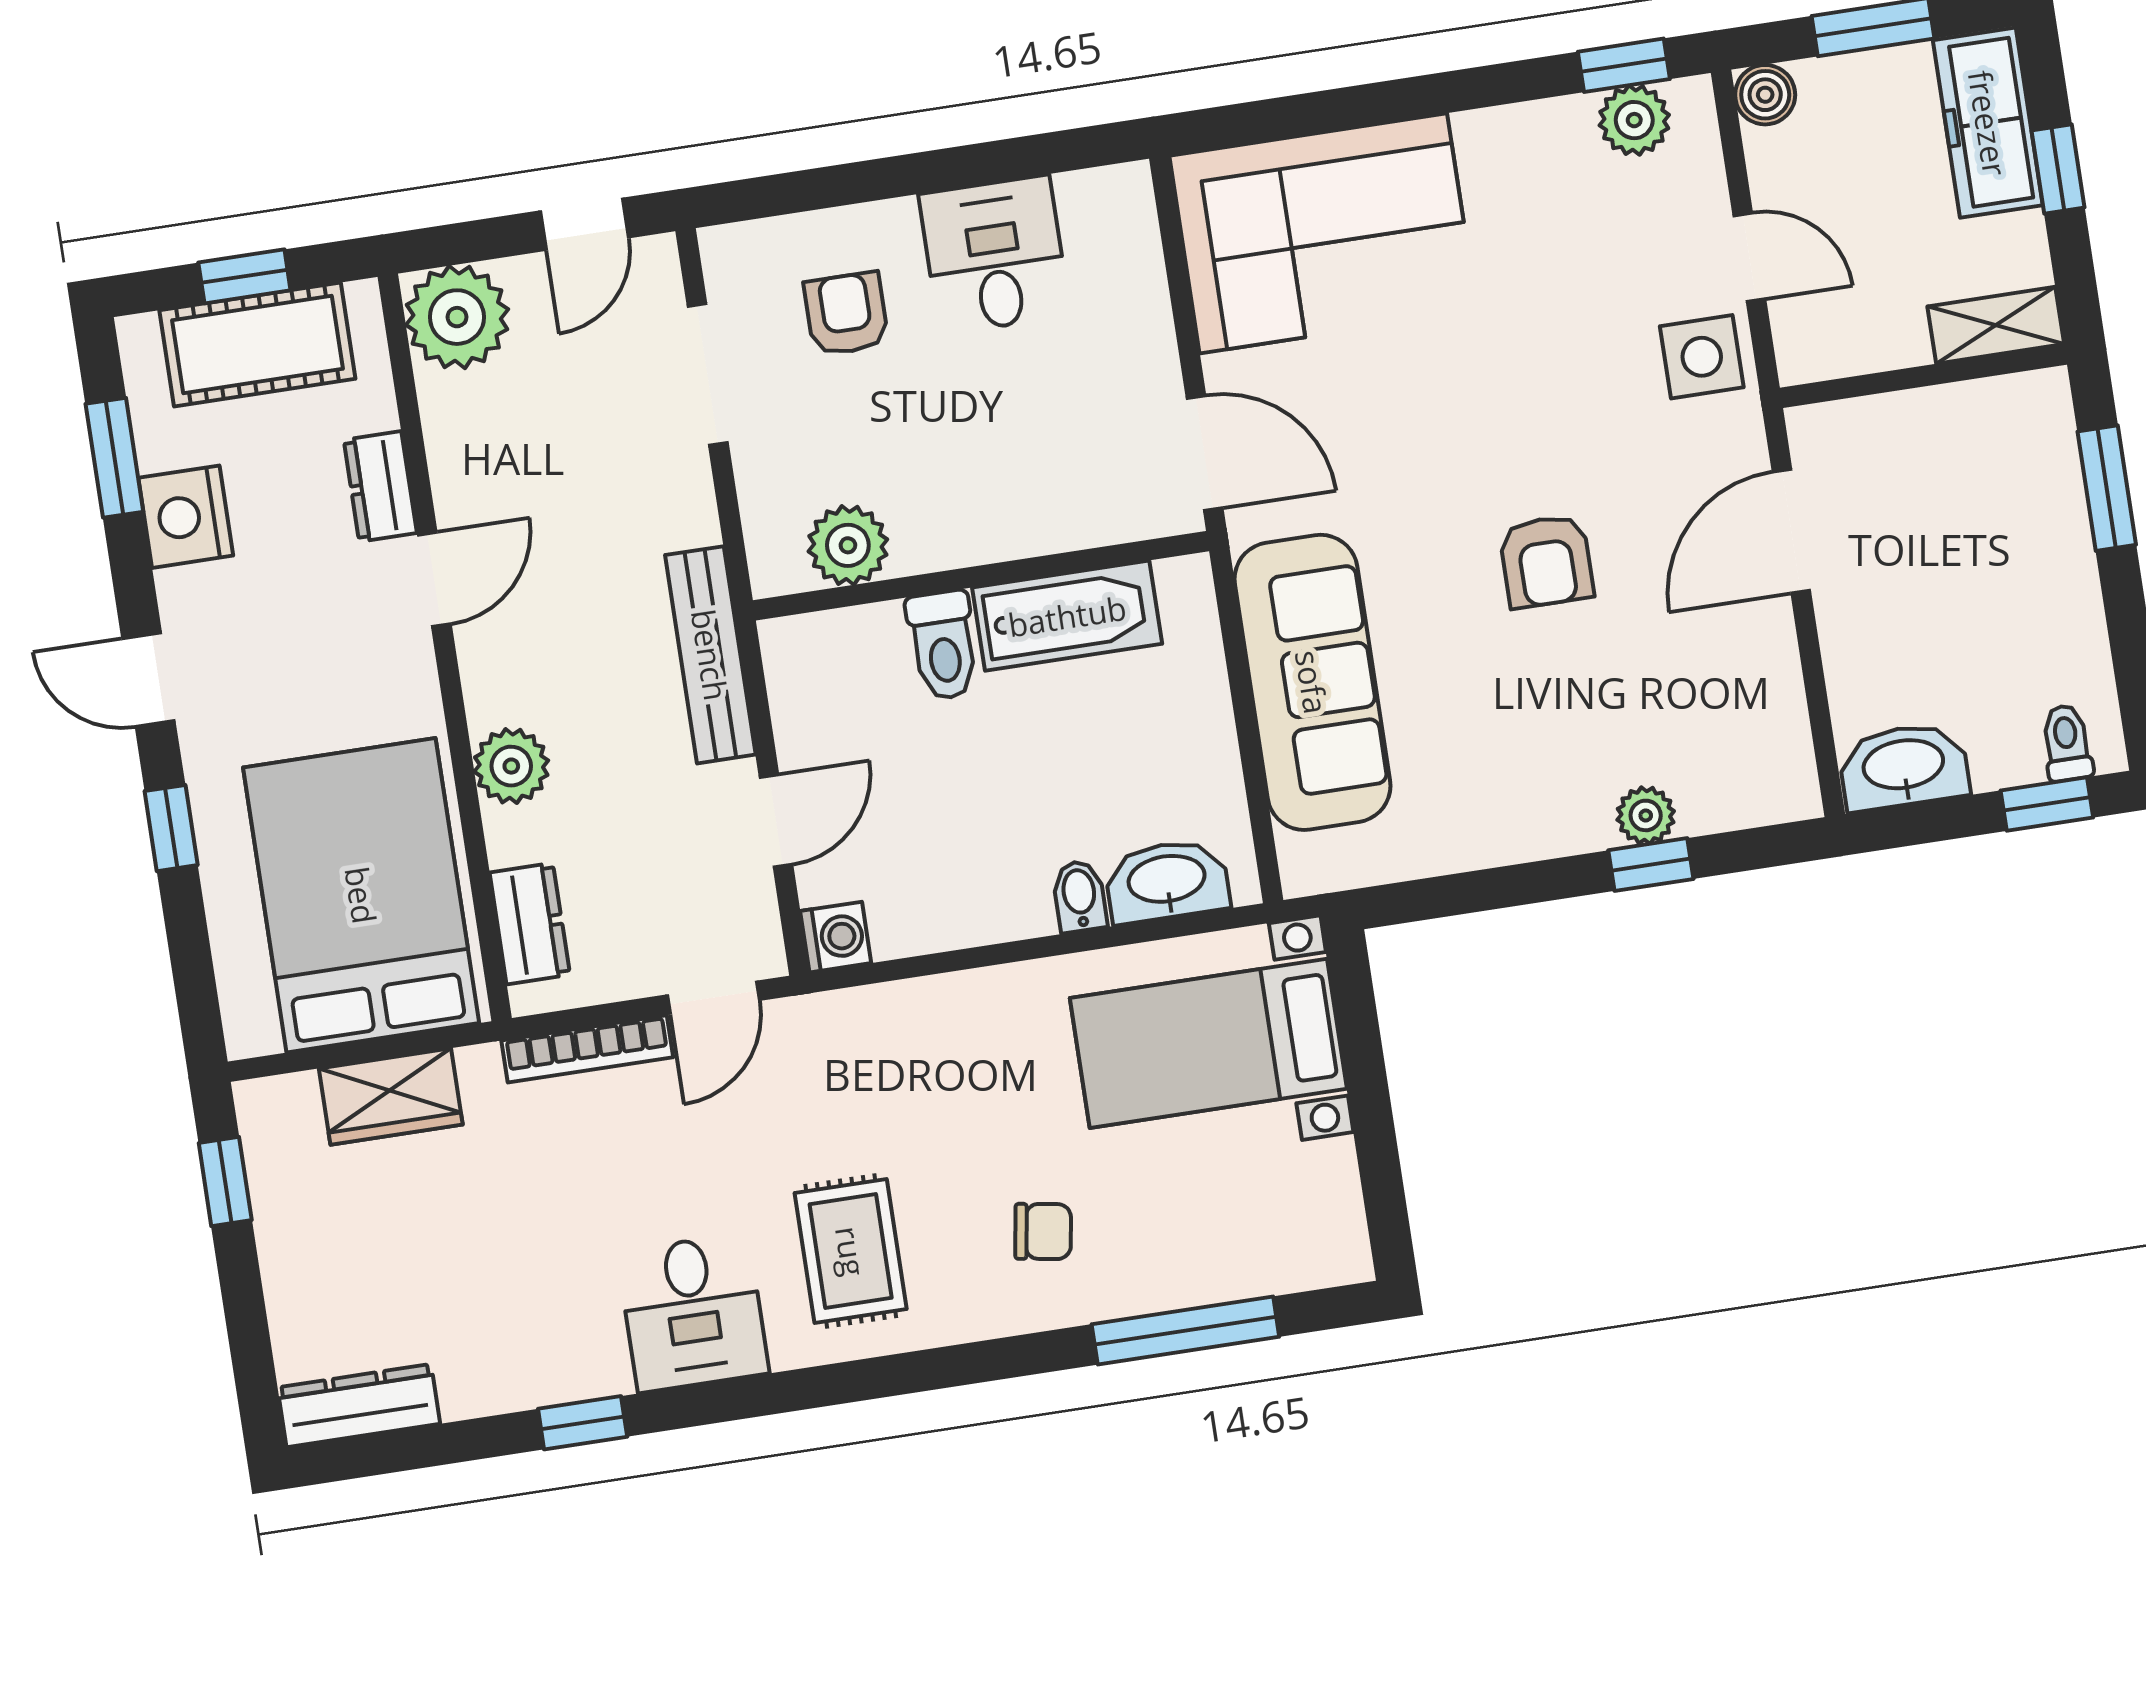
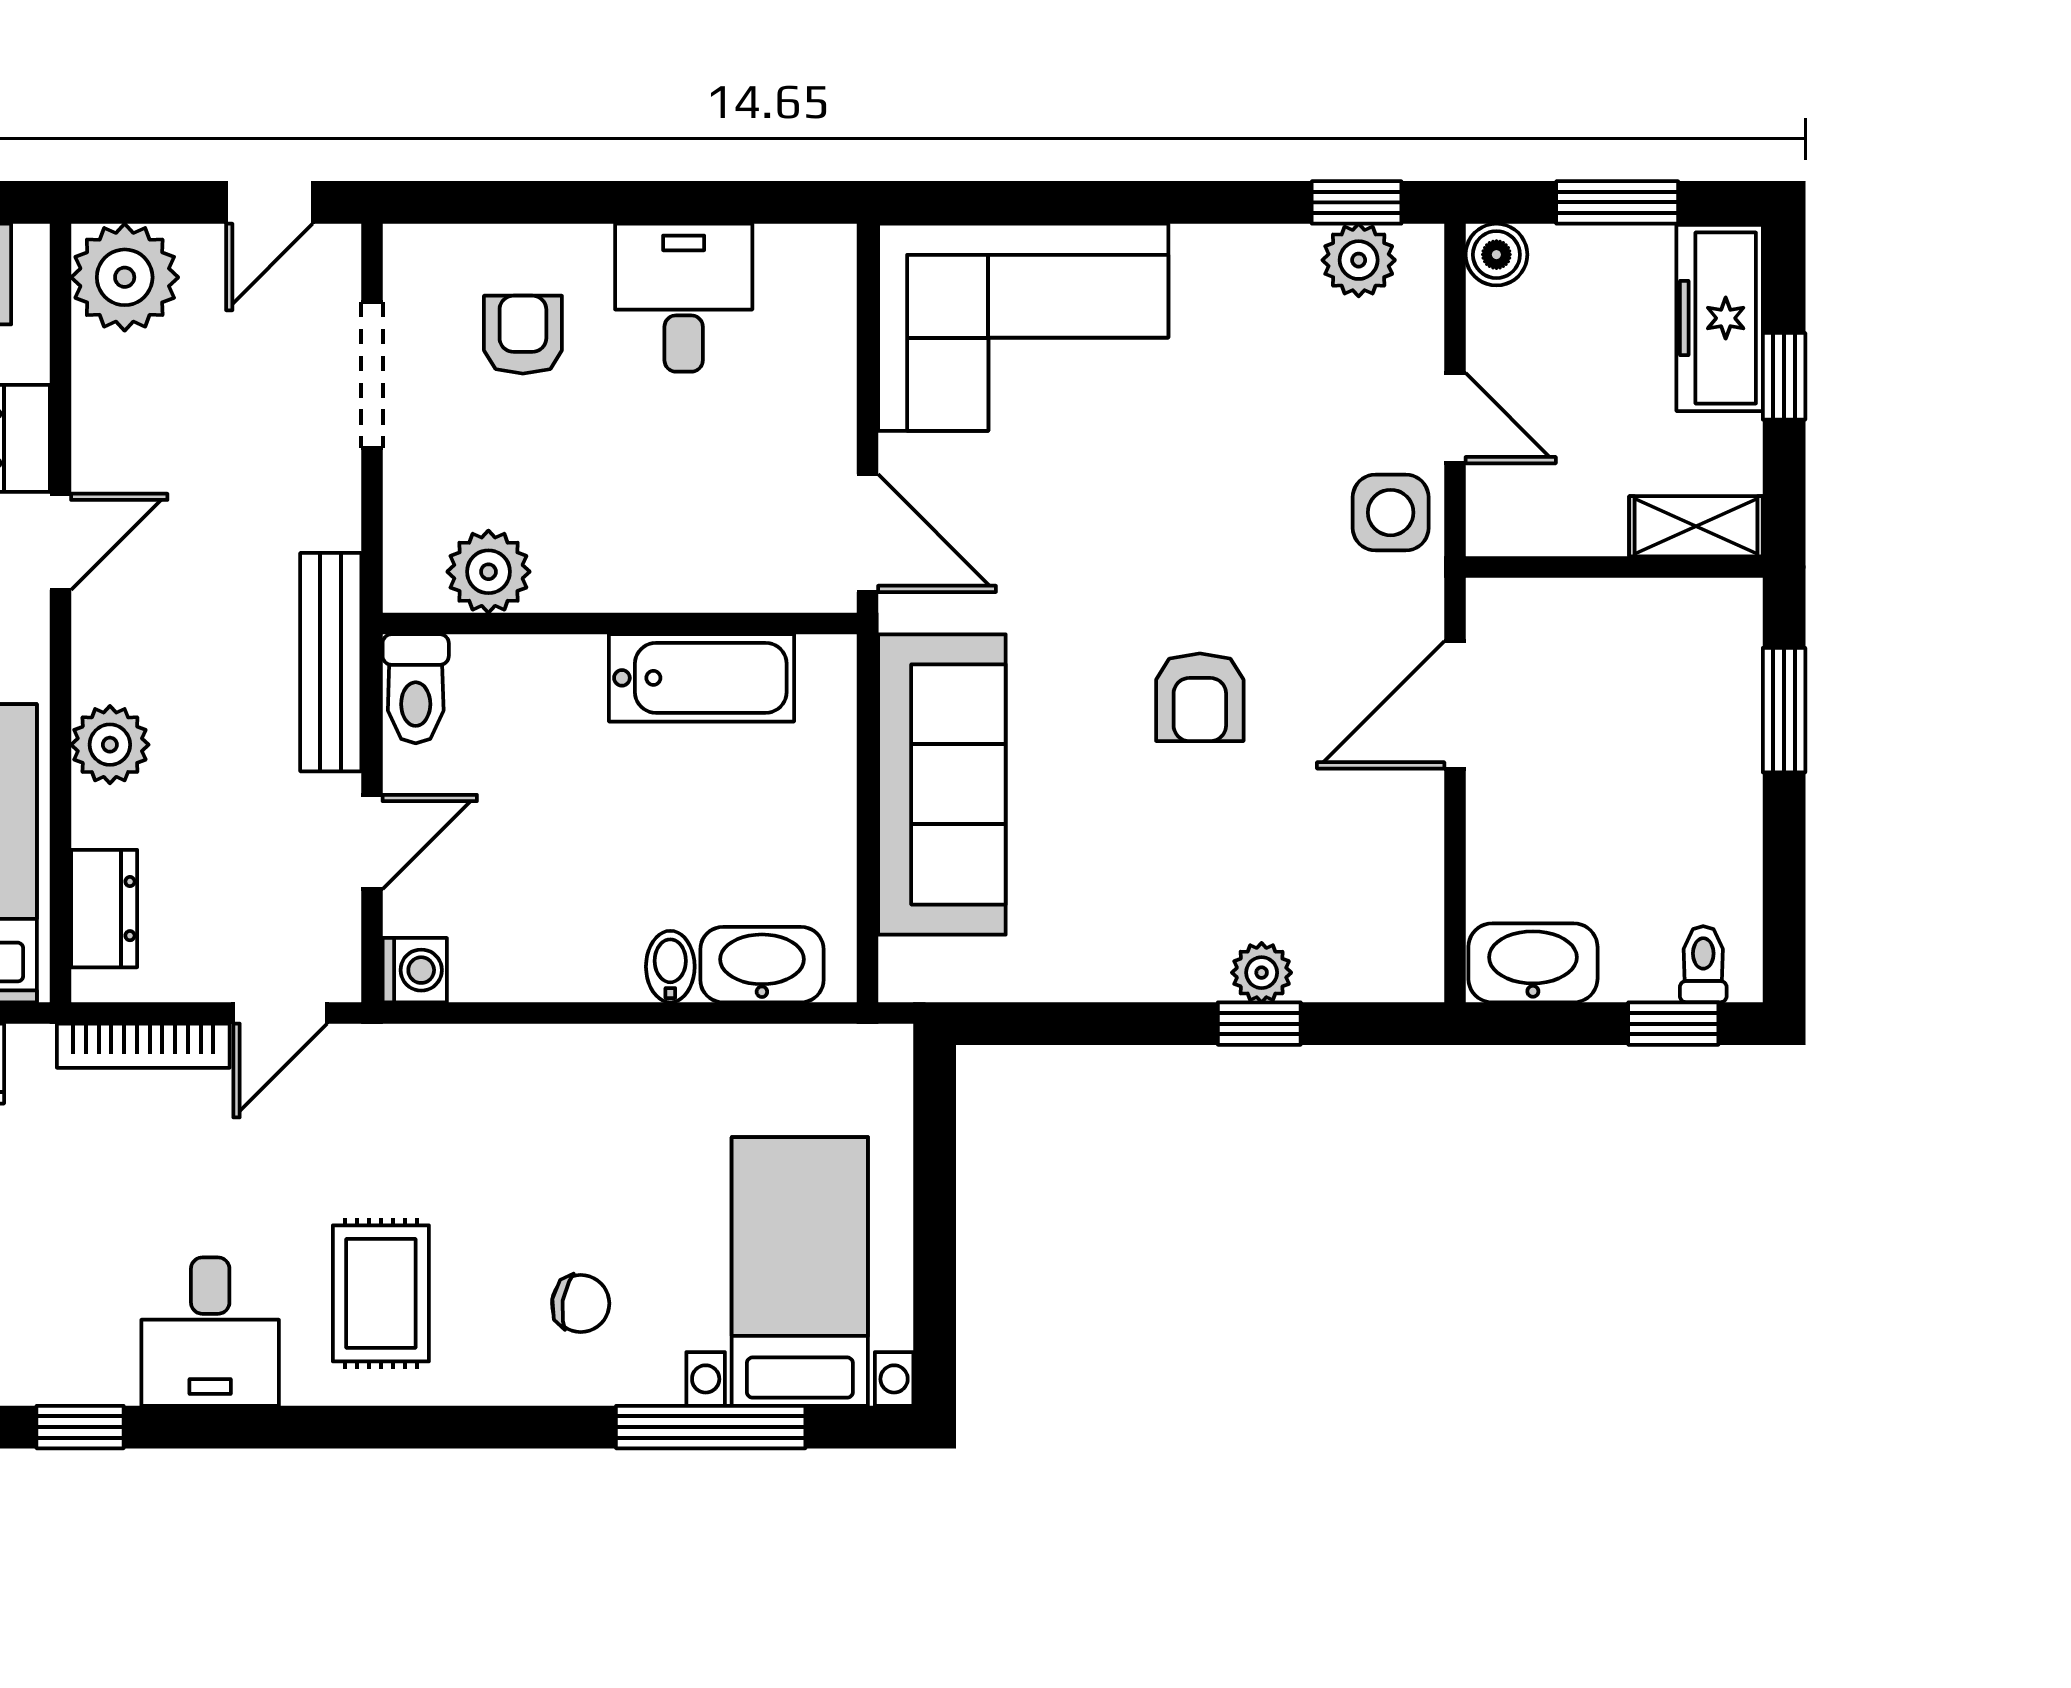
toilet: (943, 645) -> (416, 689), moved
bed with nightstands: (1208, 1043) -> (800, 1271), moved, turned 90

